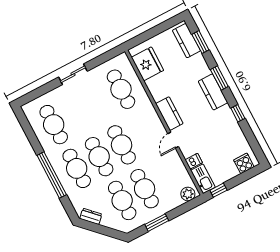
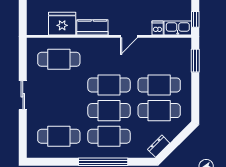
fridge: (147, 64) -> (62, 24), moved
kitchen counter: (169, 114) -> (92, 27), moved
door: (173, 140) -> (129, 36), hinge flipped
plant: (188, 194) -> (184, 49), removed
window: (157, 223) -> (195, 61), moved

